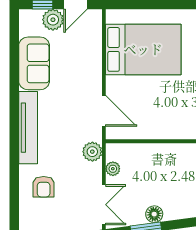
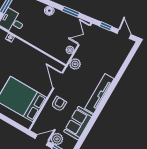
armchair: (44, 187) -> (59, 104), moved
floor lamp: (154, 214) -> (49, 11), moved

